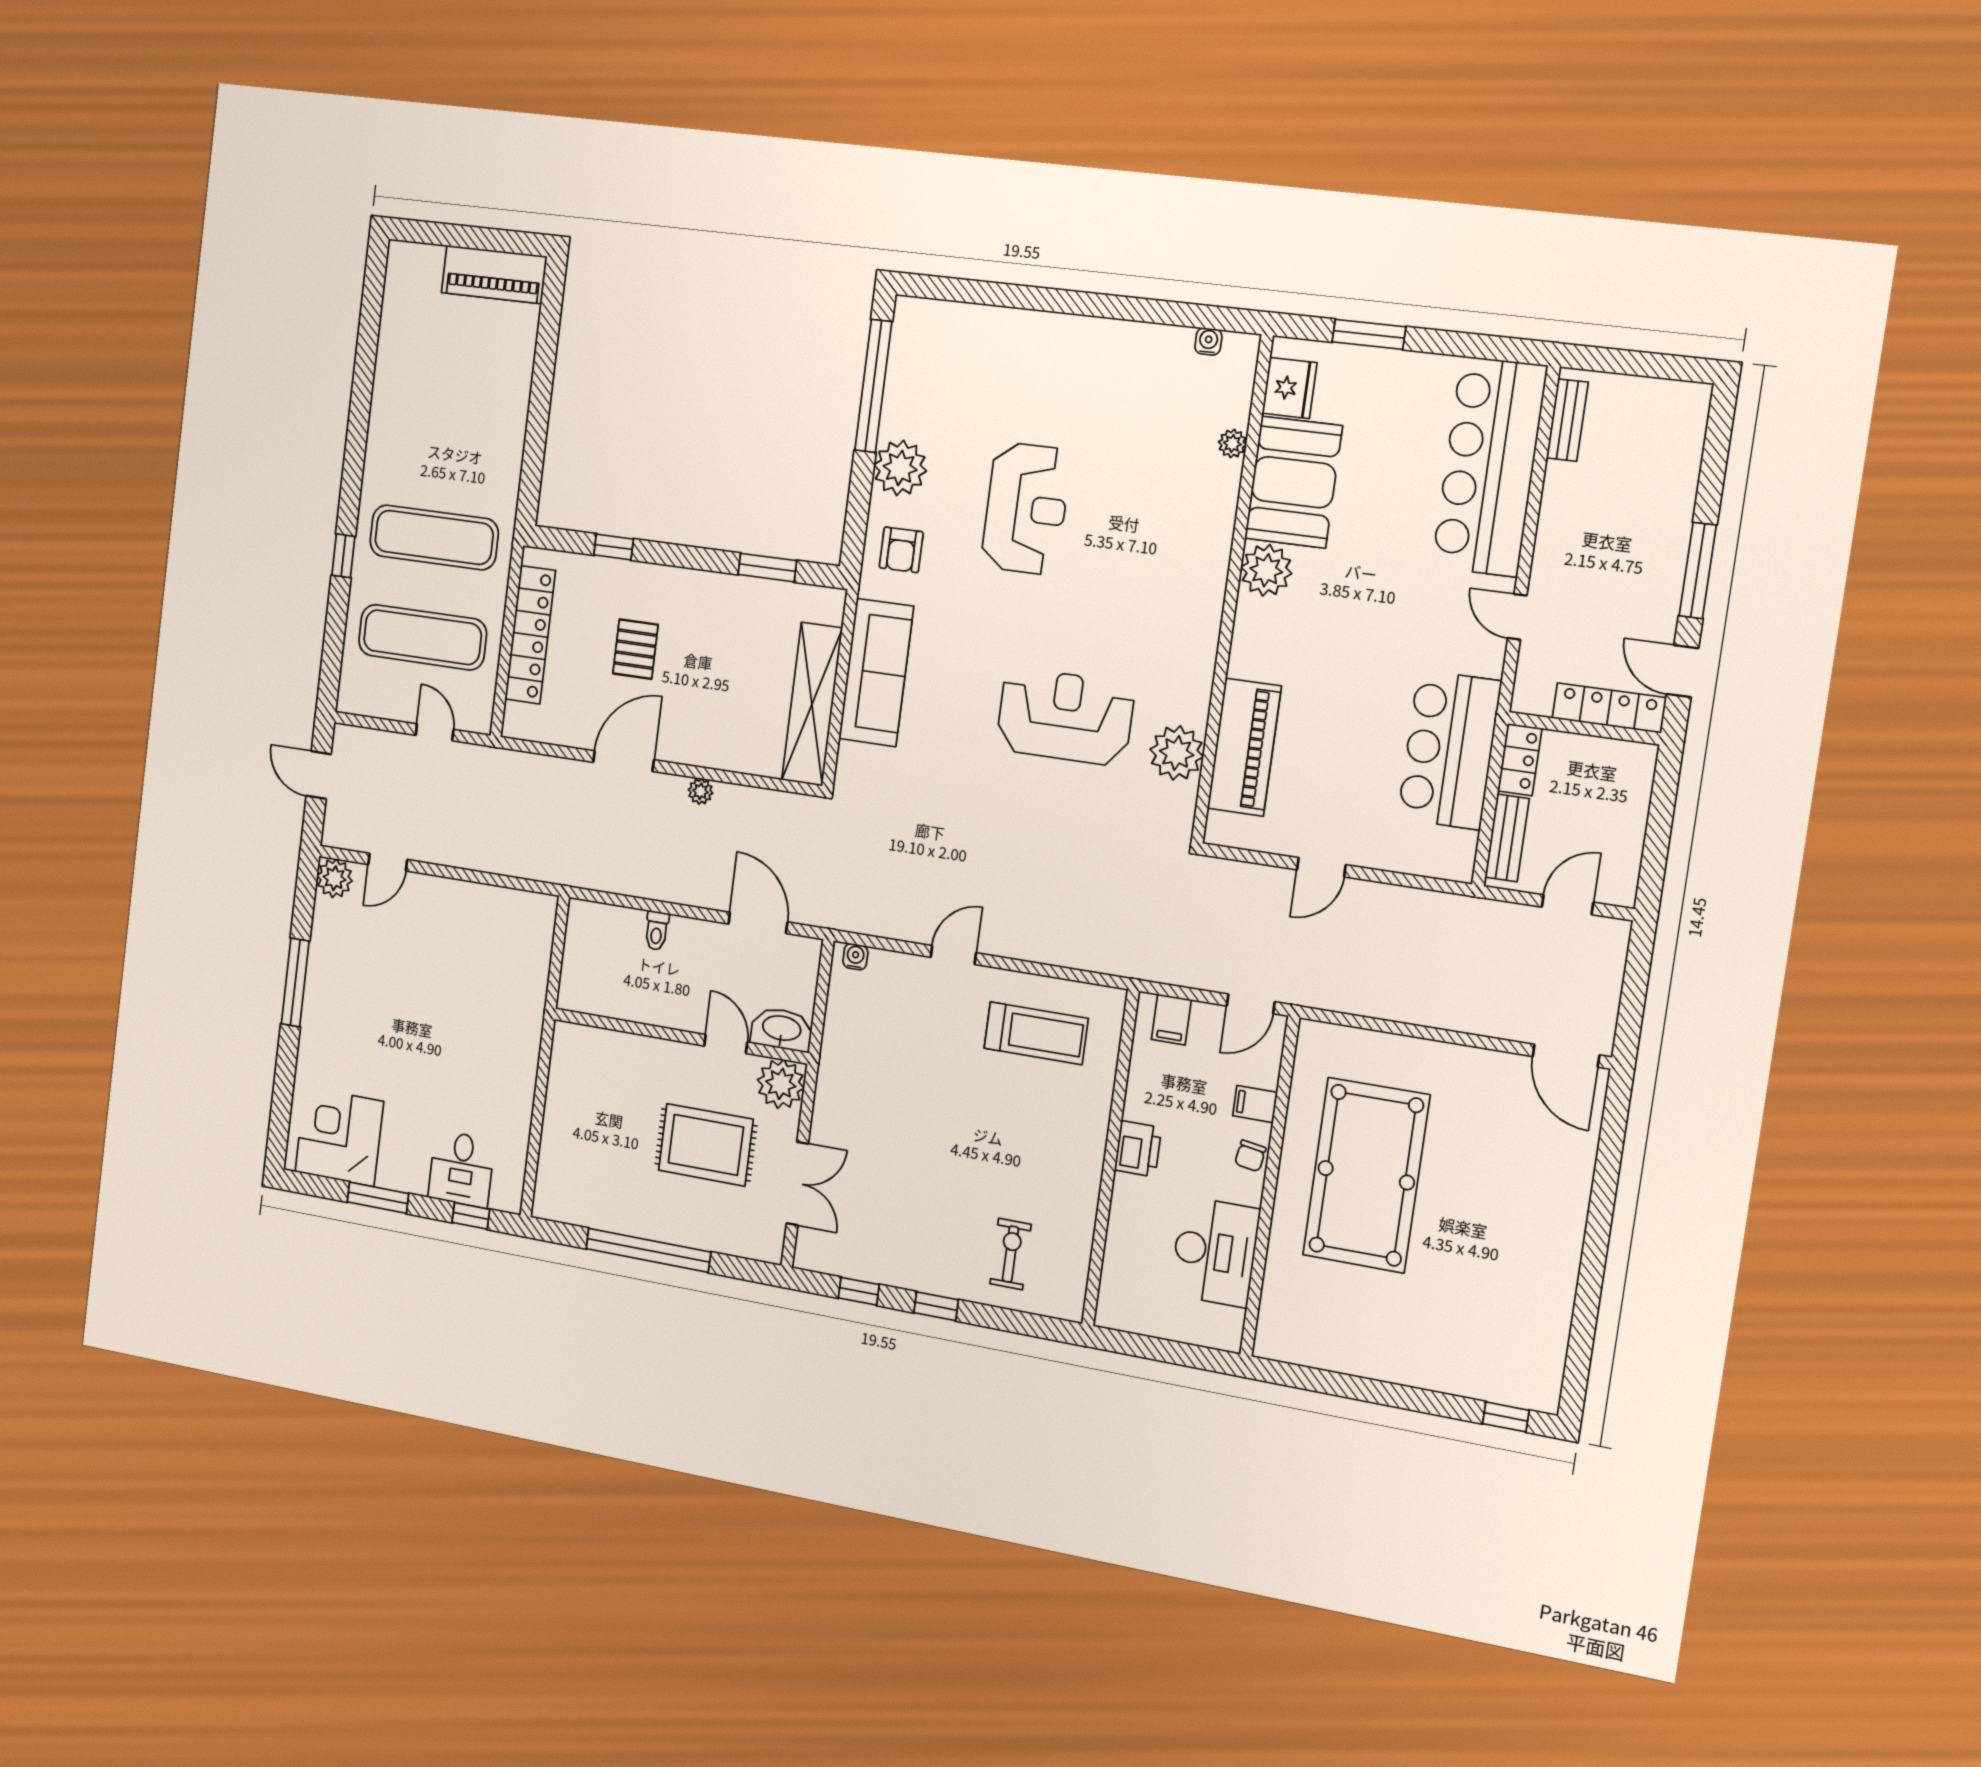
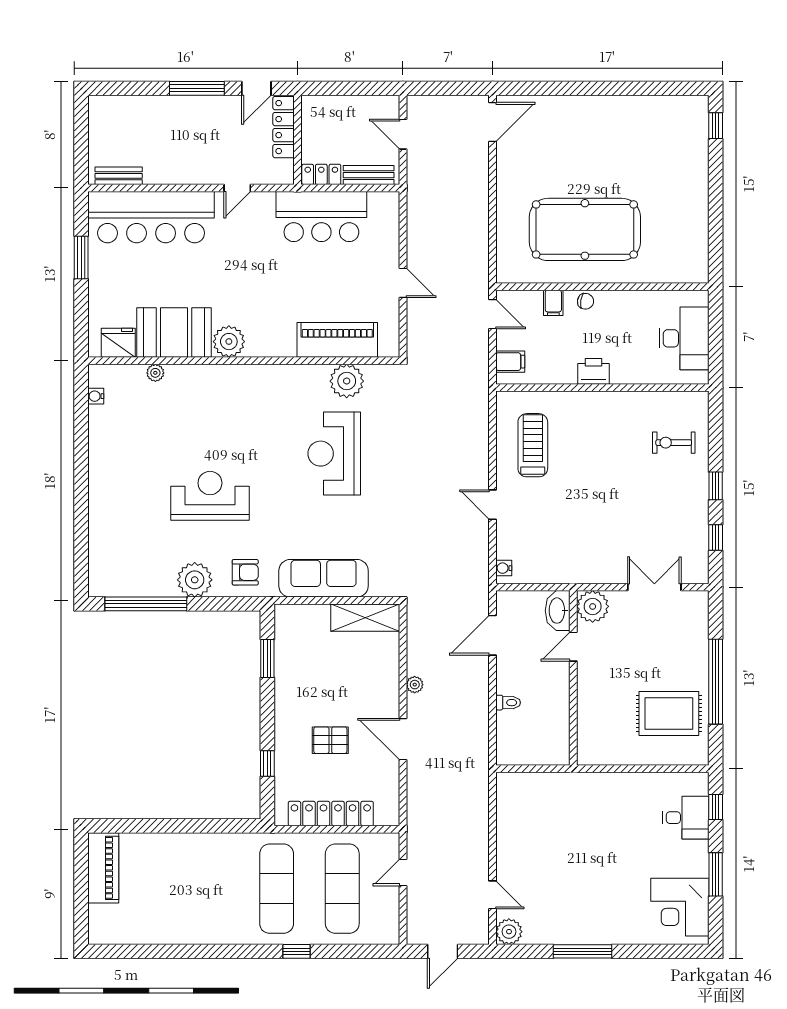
window: (1369, 334) -> (81, 257), moved
shelving: (812, 704) -> (365, 618), width x0.68
rug: (706, 1145) -> (669, 713), moved, turned 90
desk: (1215, 1252) -> (684, 338), moved, turned 90

